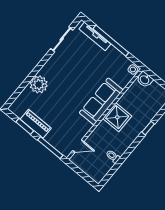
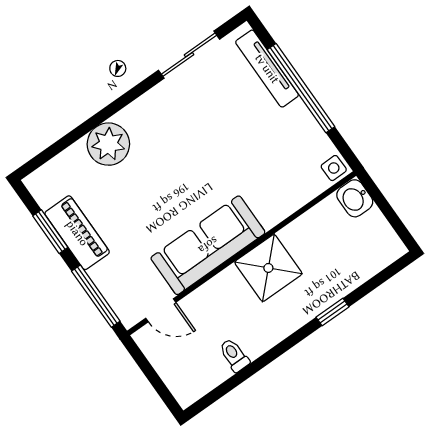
sofa: (101, 101) -> (208, 245), moved

